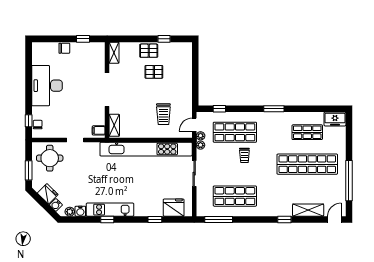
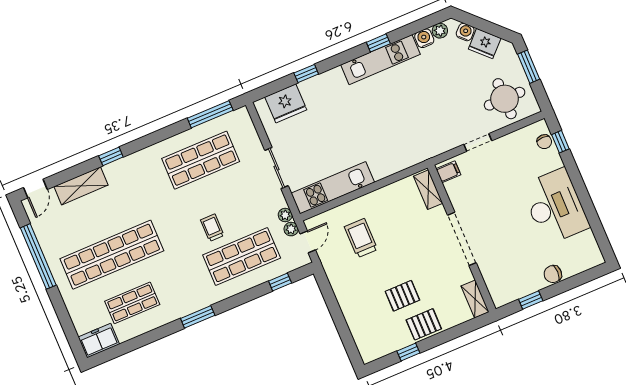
kitchen unit: (146, 149) -> (333, 188), width x0.54

